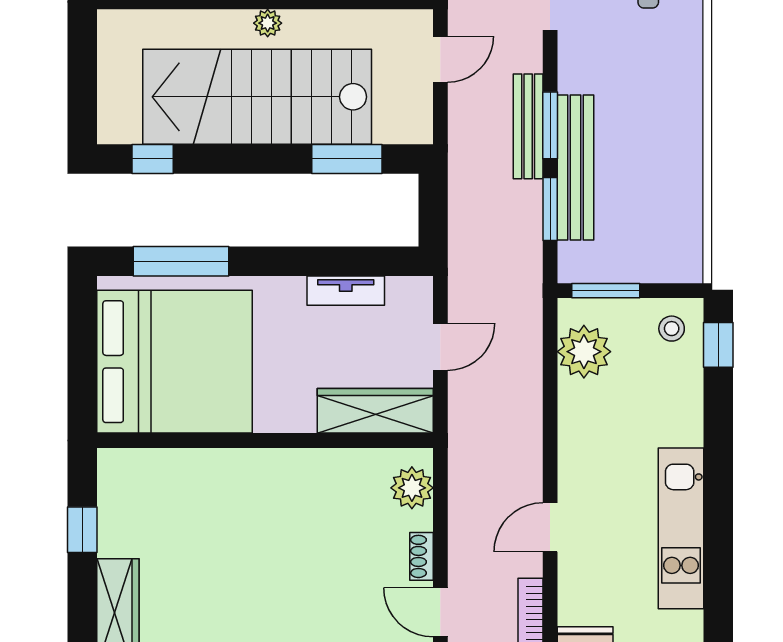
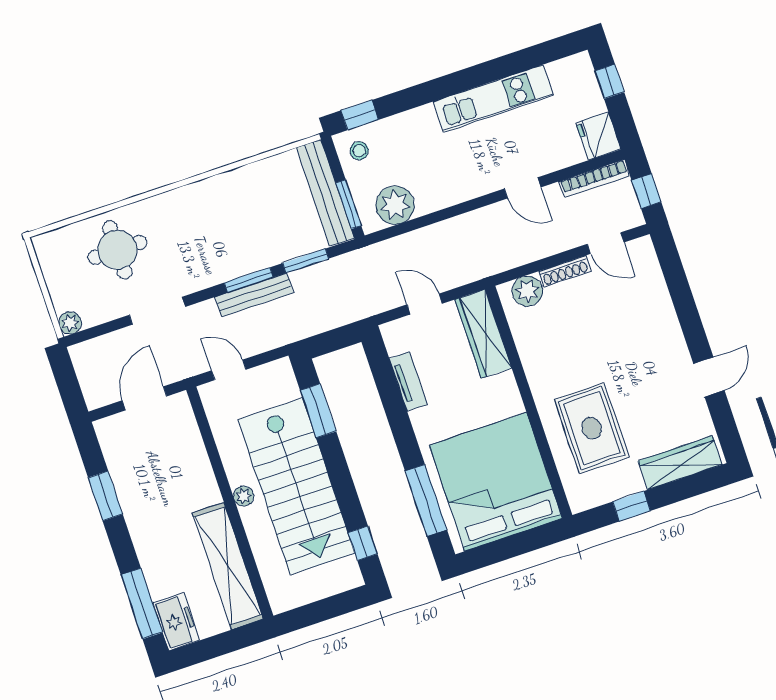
bench: (575, 167) -> (325, 193), moved, turned 90
rug: (203, 512) -> (592, 428), added
shoe rack: (421, 556) -> (565, 271), width x1.43
door: (440, 612) -> (606, 243), hinge flipped

